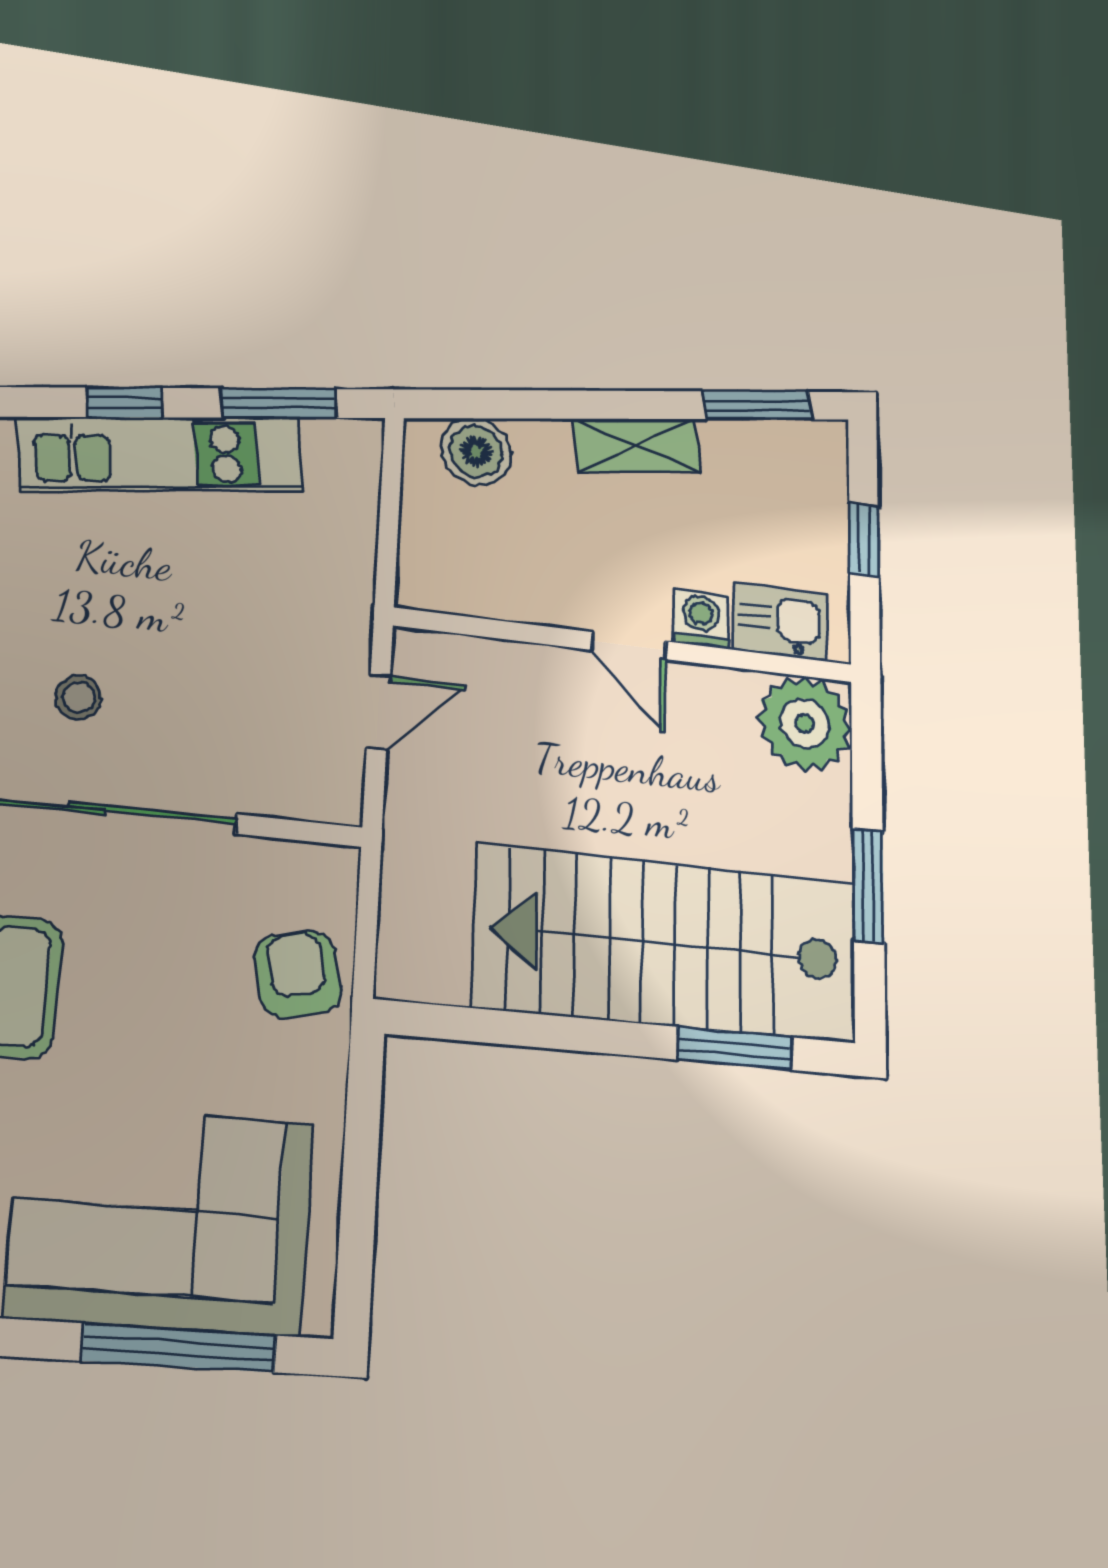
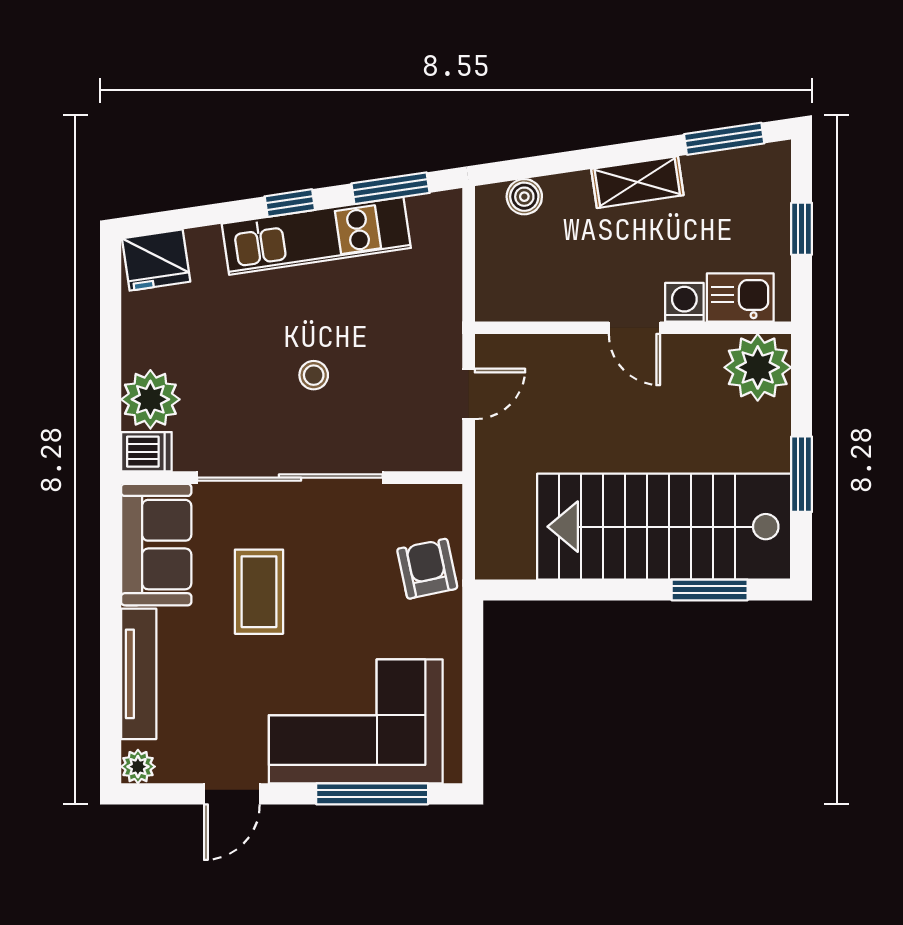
boiler: (476, 451) -> (524, 197), width x0.73, depth x0.73
stool: (79, 697) -> (314, 375), moved

